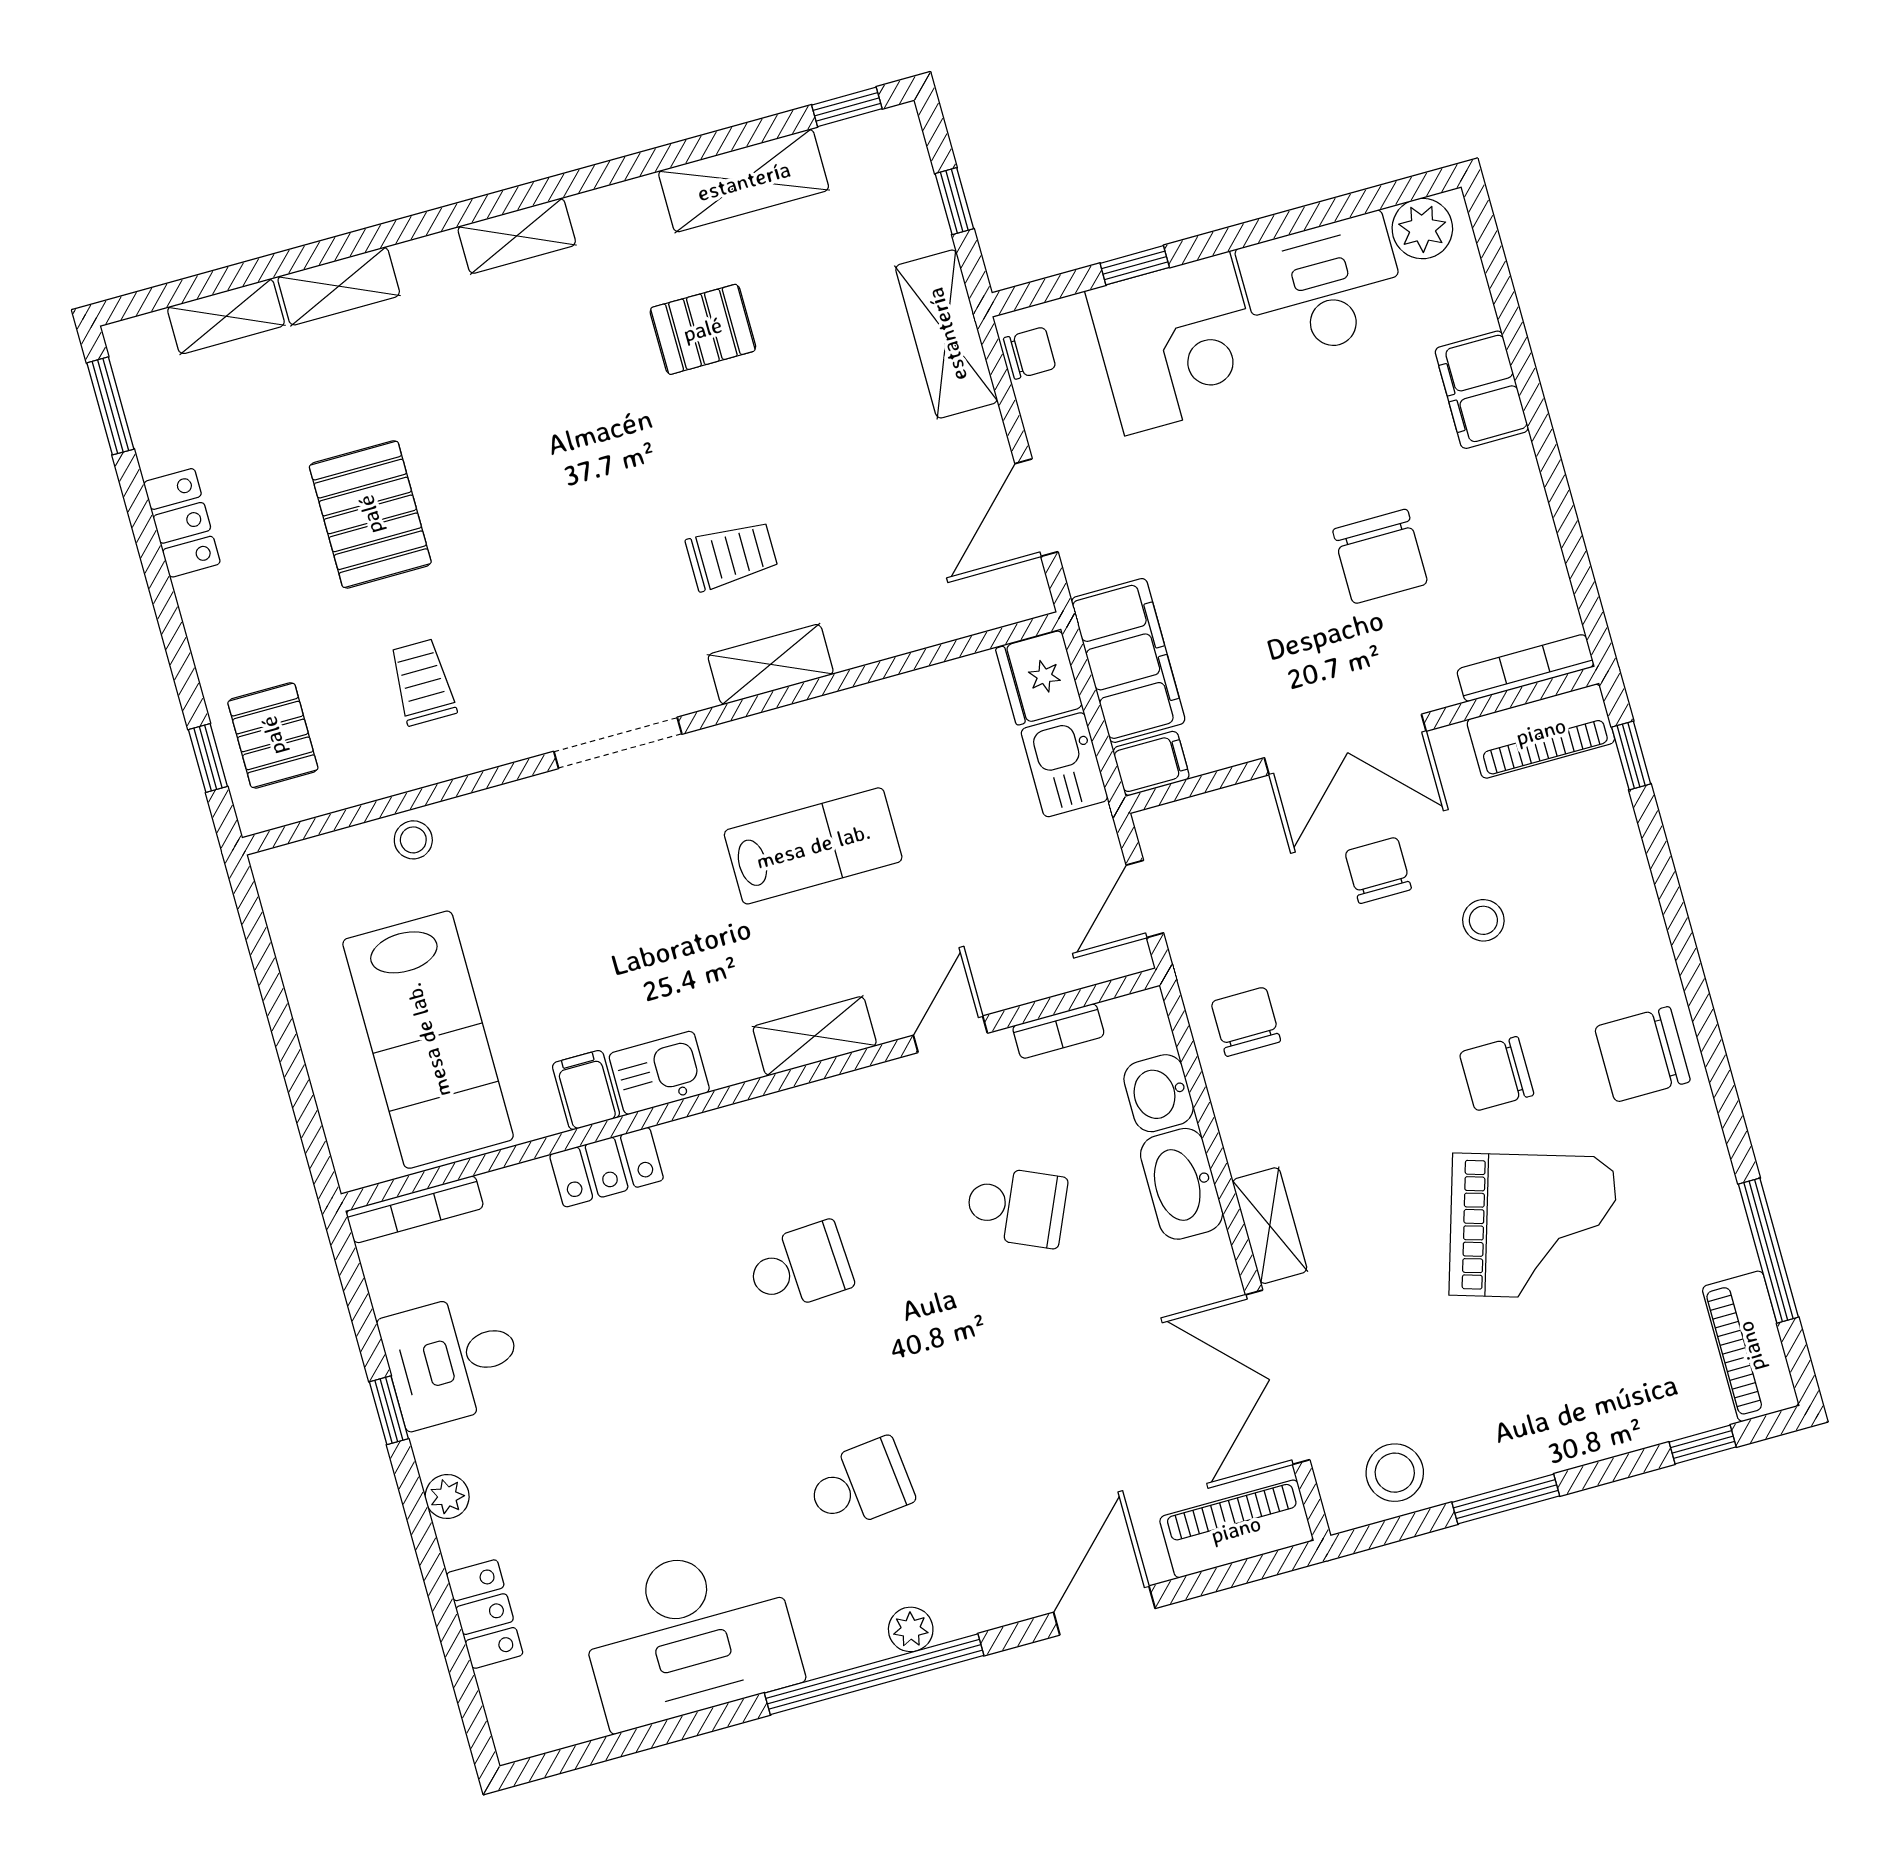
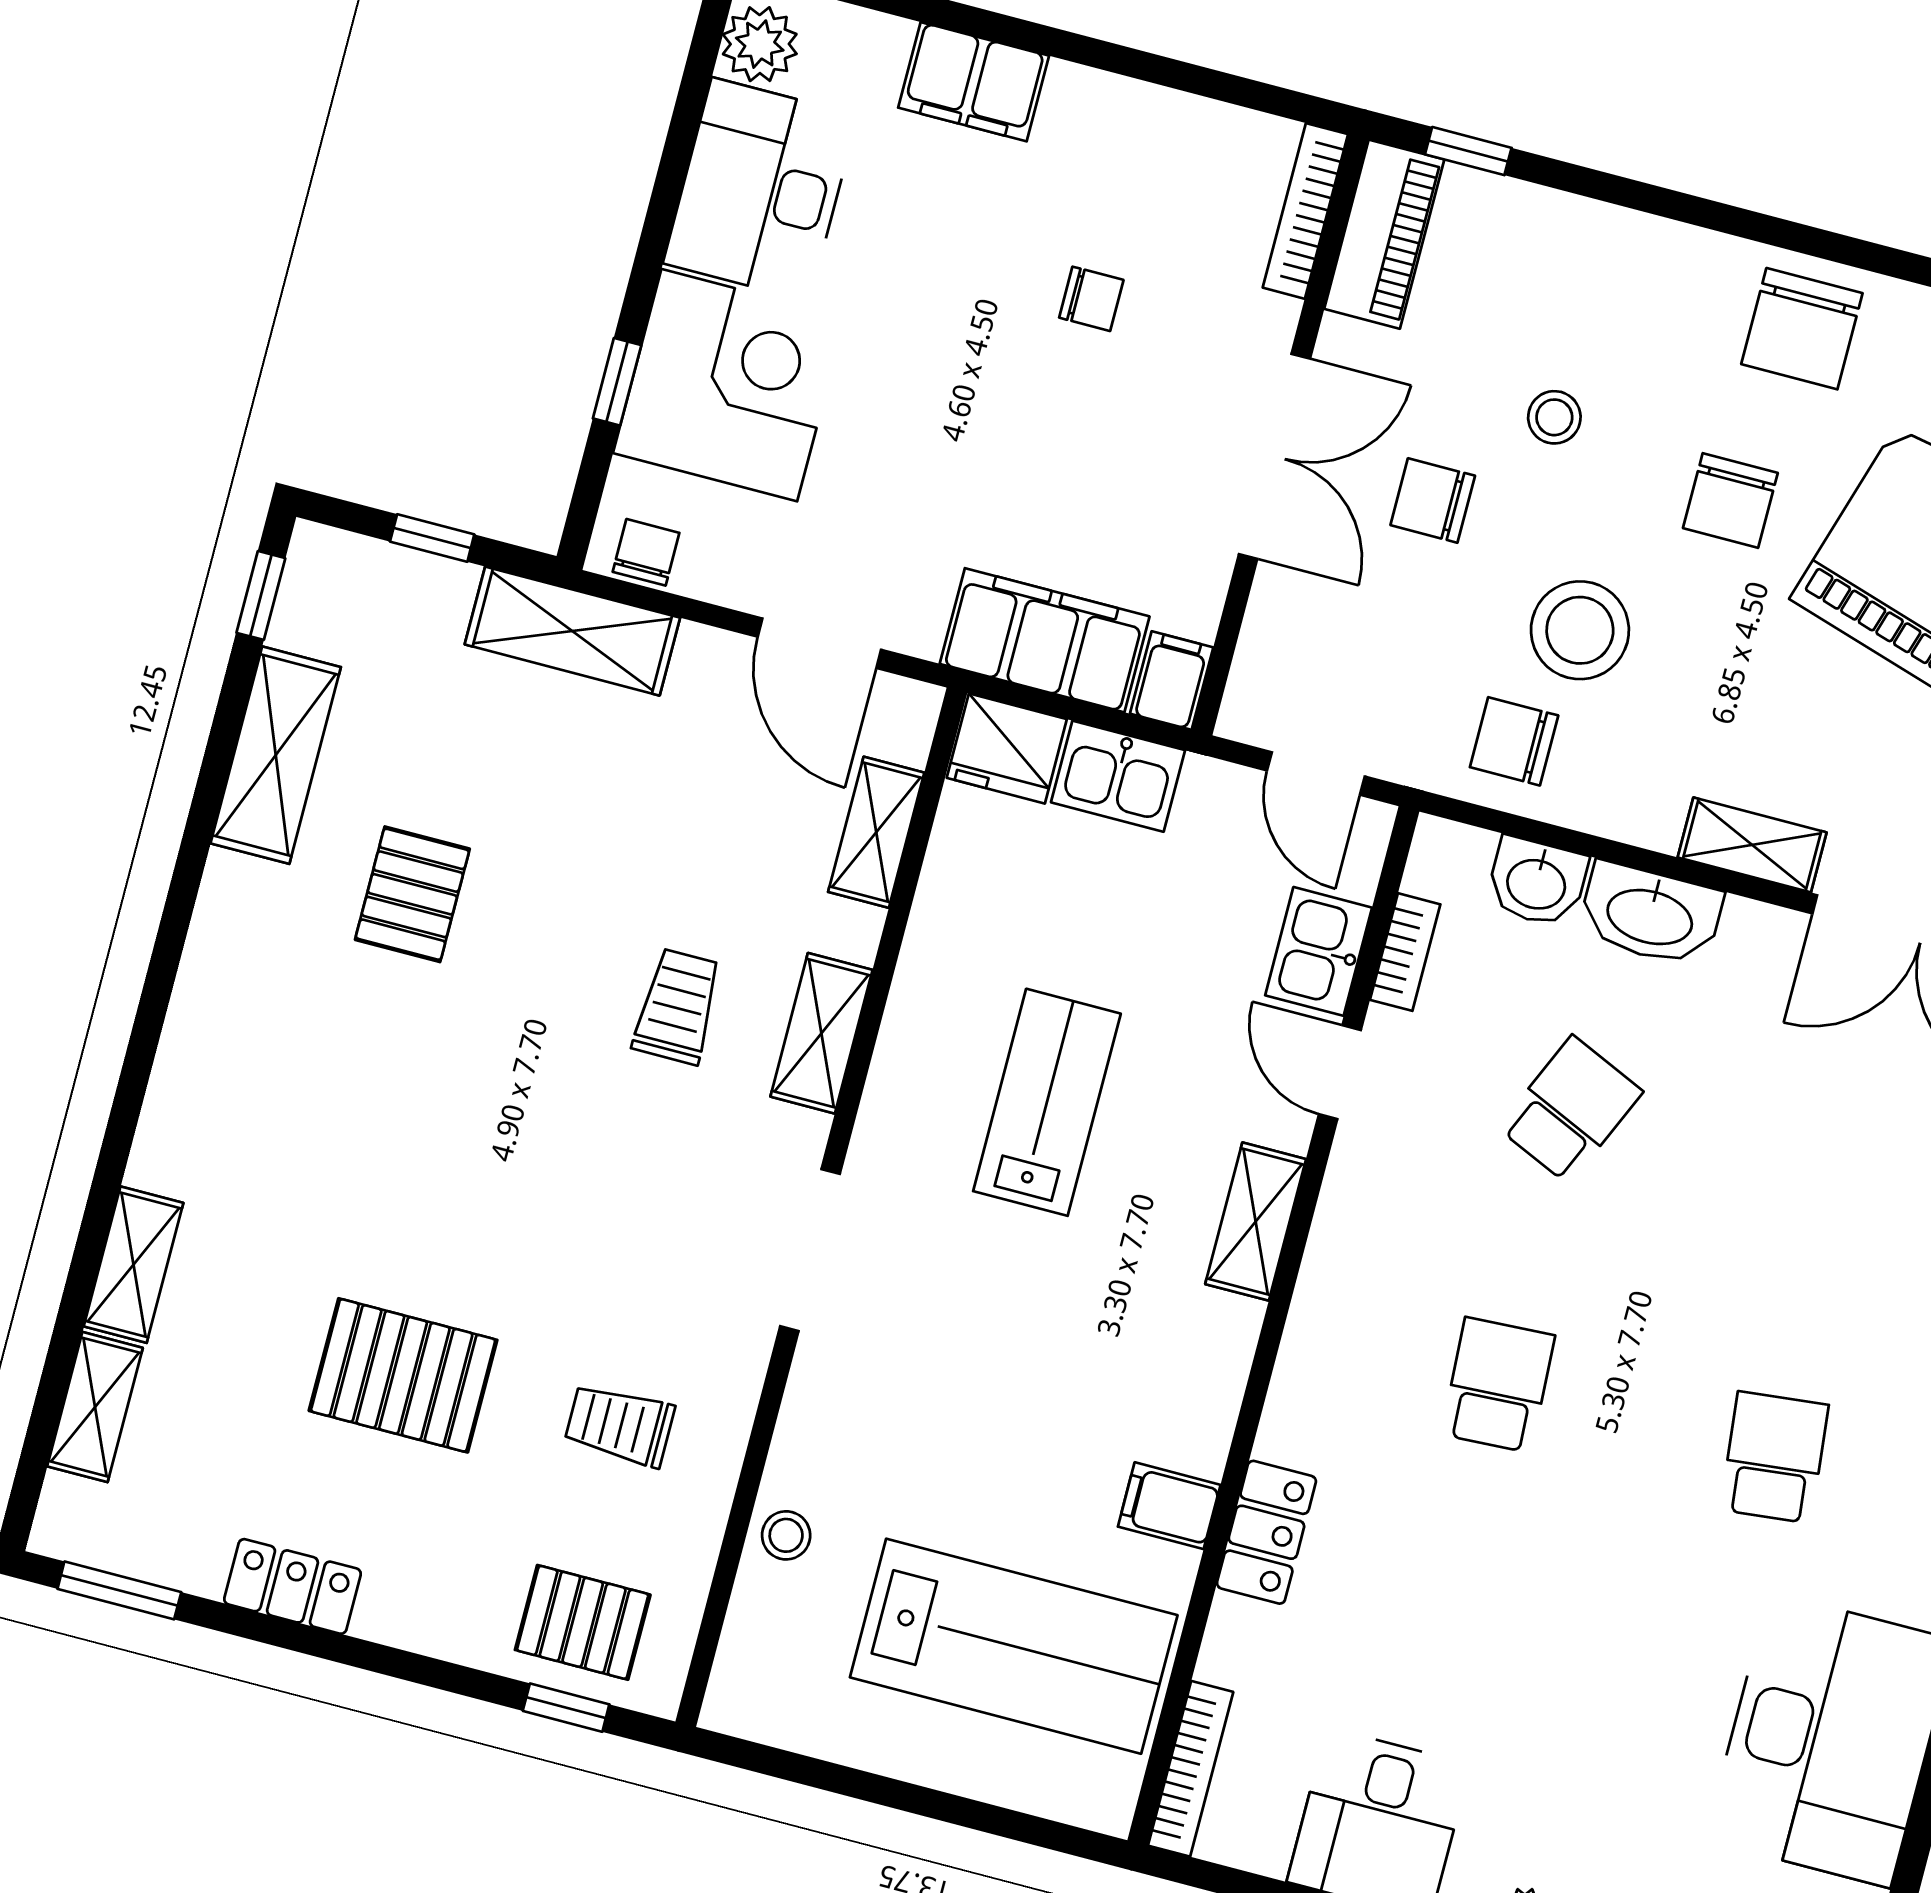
shelving: (517, 236) -> (876, 832), moved
chair: (1380, 557) -> (1091, 299), width x0.54, depth x0.54
stool: (1348, 1023) -> (1580, 630), added
kitchen sink: (659, 1073) -> (1319, 951), moved

